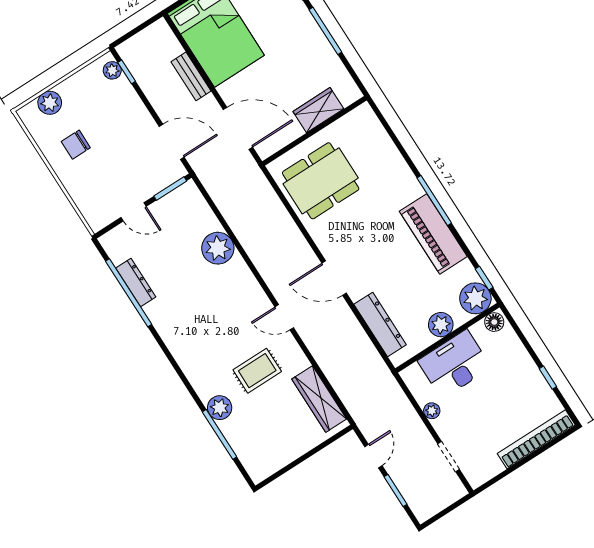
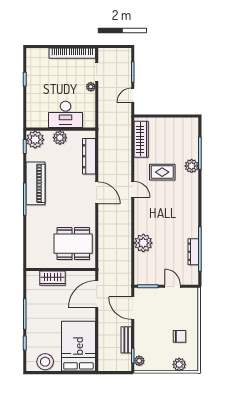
bench: (191, 76) -> (126, 340), moved
door: (238, 128) -> (97, 294), hinge flipped
floor lamp: (494, 322) -> (33, 122), removed
plant: (432, 411) -> (91, 87), moved
bookcase: (536, 439) -> (72, 53), moved

